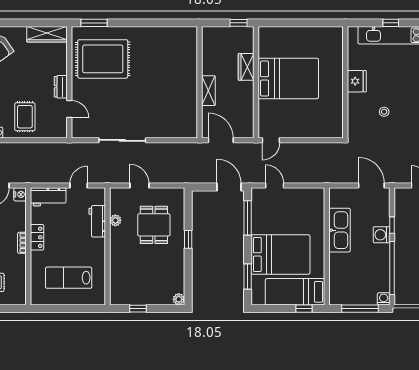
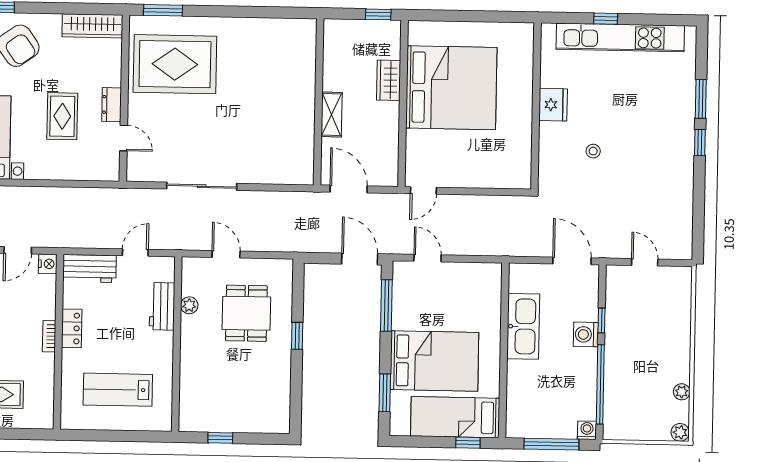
bed: (288, 78) -> (451, 88), width x1.36
rug: (25, 117) -> (62, 116), moved
plant: (179, 299) -> (281, 425), removed

